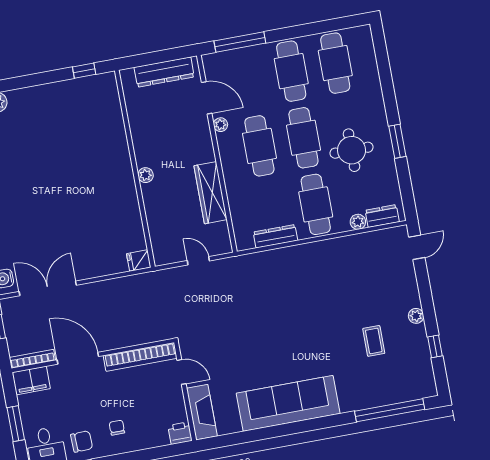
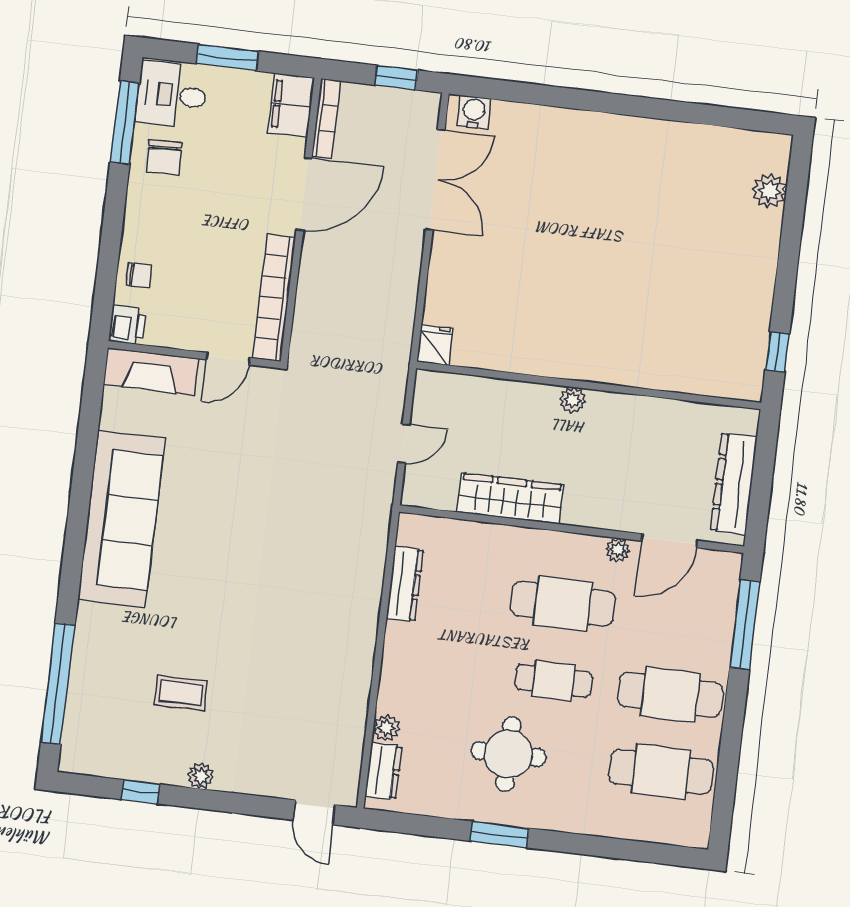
cafe table: (303, 138) -> (554, 681), width x0.73, depth x0.74
cafe table: (316, 204) -> (437, 667), removed
chair: (117, 428) -> (139, 275), moved

